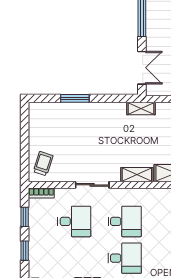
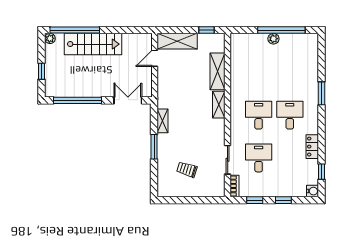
window: (75, 98) -> (154, 147), moved
shelving: (141, 109) -> (163, 121), moved
trolley: (43, 164) -> (187, 169), moved
sliding door: (92, 185) -> (228, 160), moved

